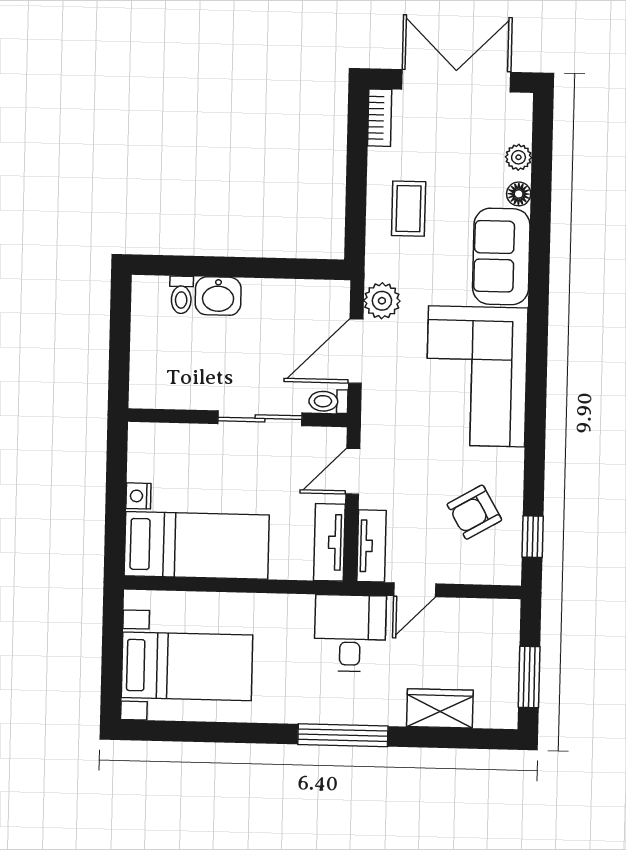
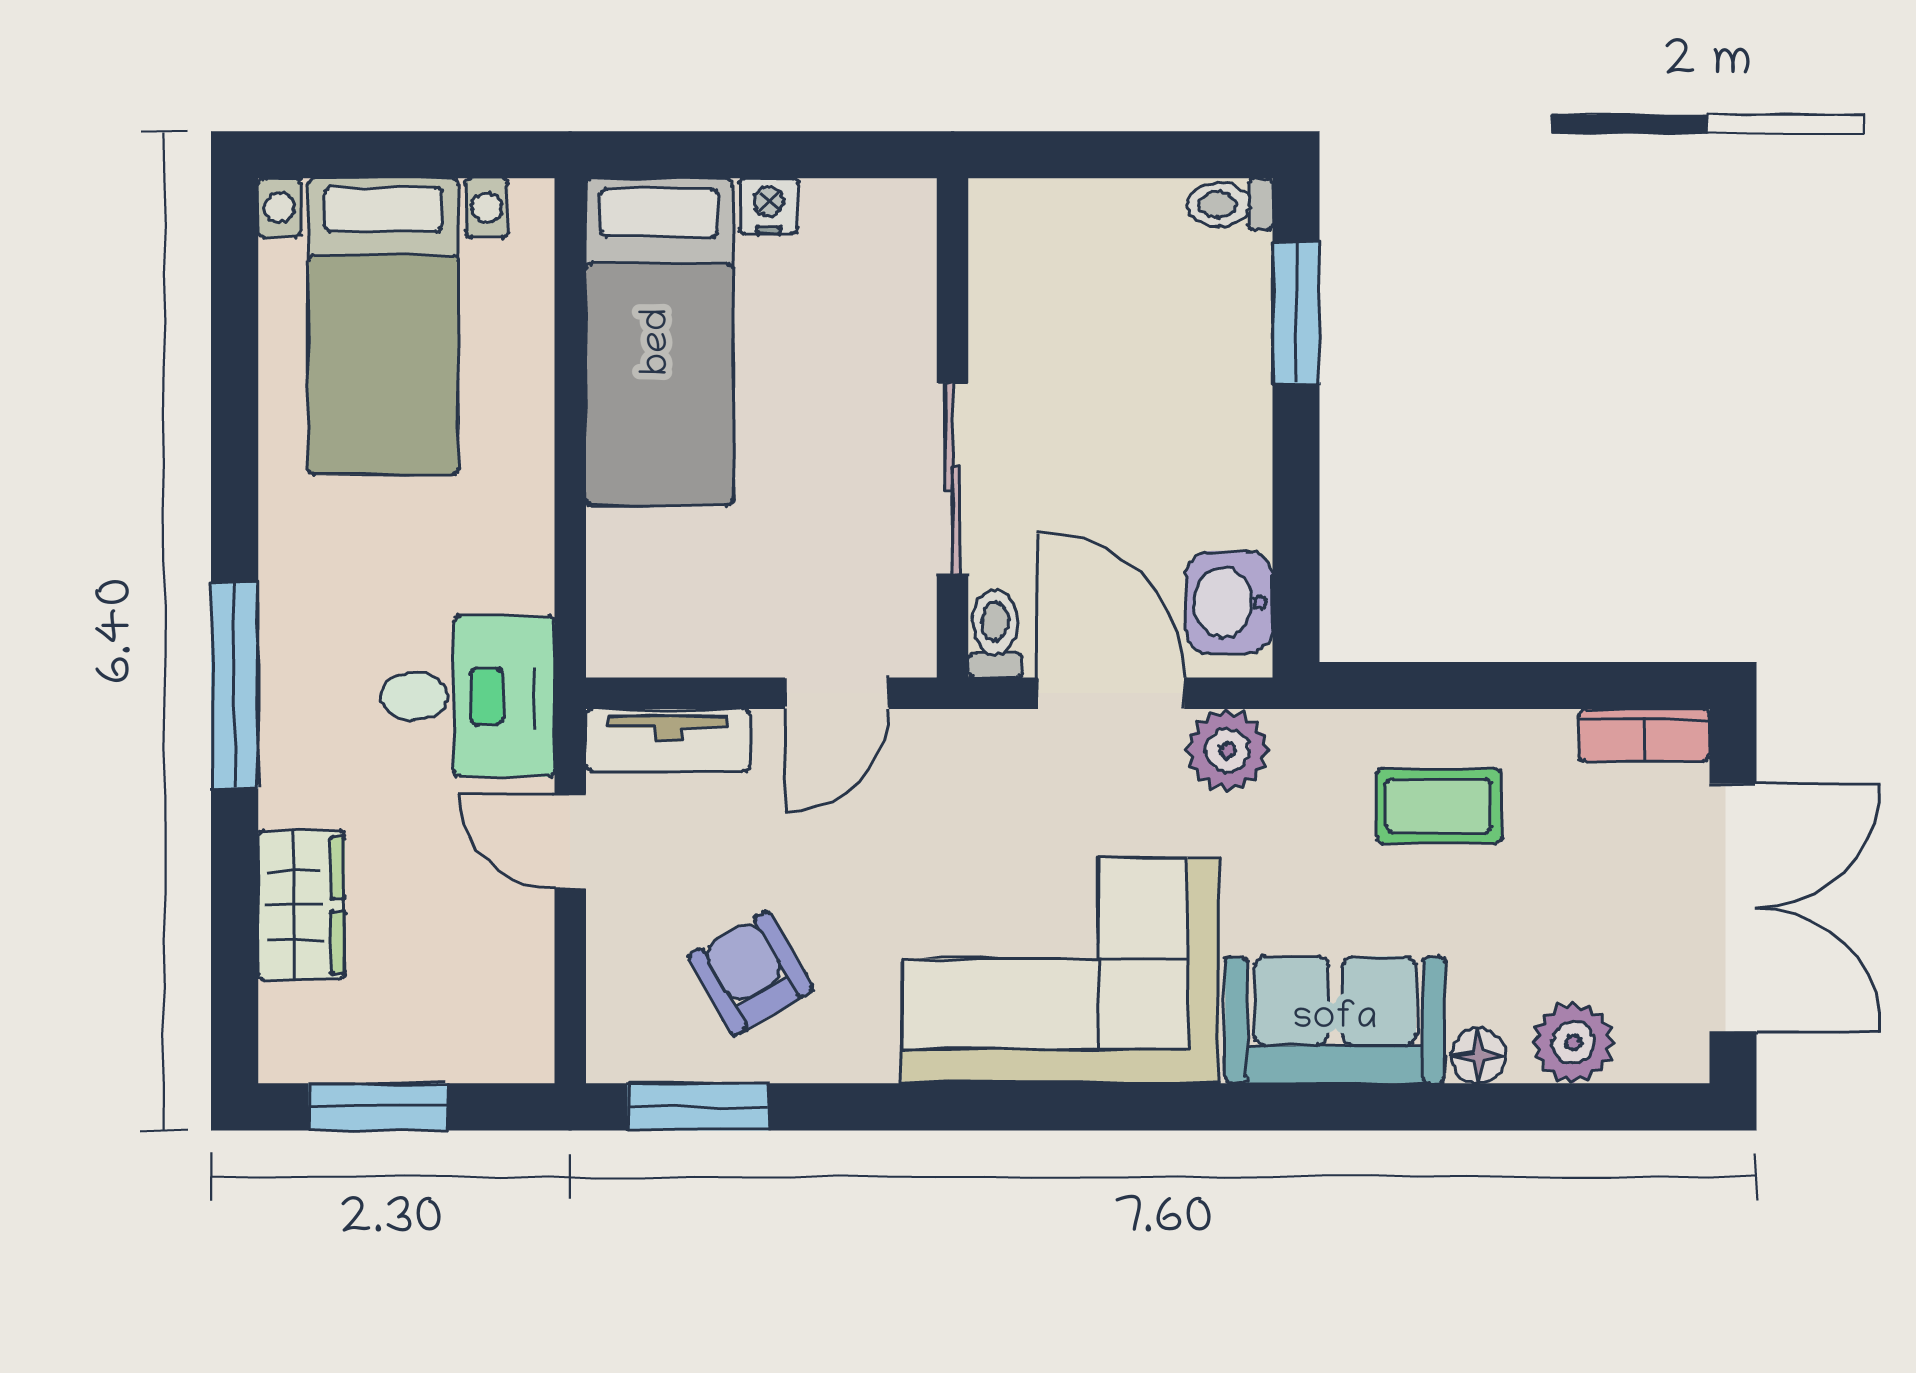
plant: (518, 157) -> (1573, 1043), width x1.38, depth x1.38
window: (191, 266) -> (1296, 313), added
toilet: (181, 295) -> (1230, 204), moved
washbasin: (218, 296) -> (1229, 602), moved
door: (353, 471) -> (837, 693), swing flipped
window: (533, 537) -> (698, 1107), width x1.50
tv unit: (329, 542) -> (674, 644), removed

